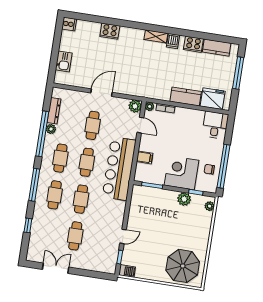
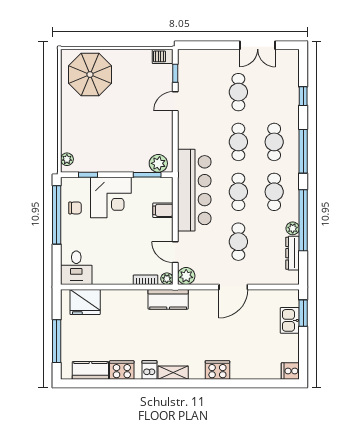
cooker: (110, 31) -> (217, 370), moved
window: (53, 65) -> (303, 313), added
kitchen counter: (186, 96) -> (168, 299), moved
plant: (184, 199) -> (158, 163), moved

